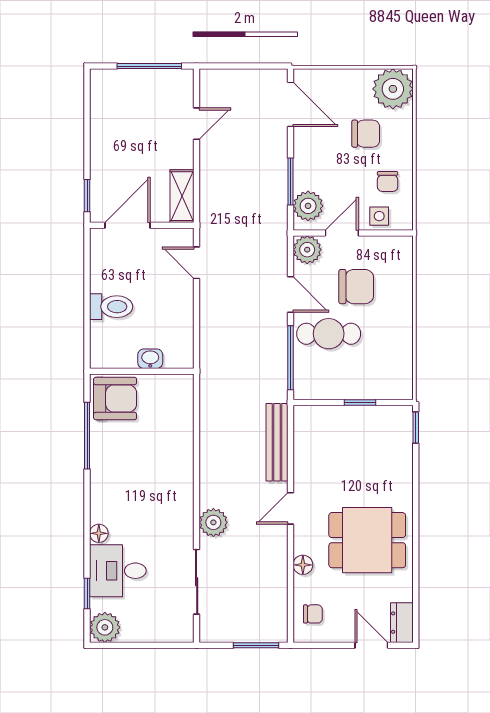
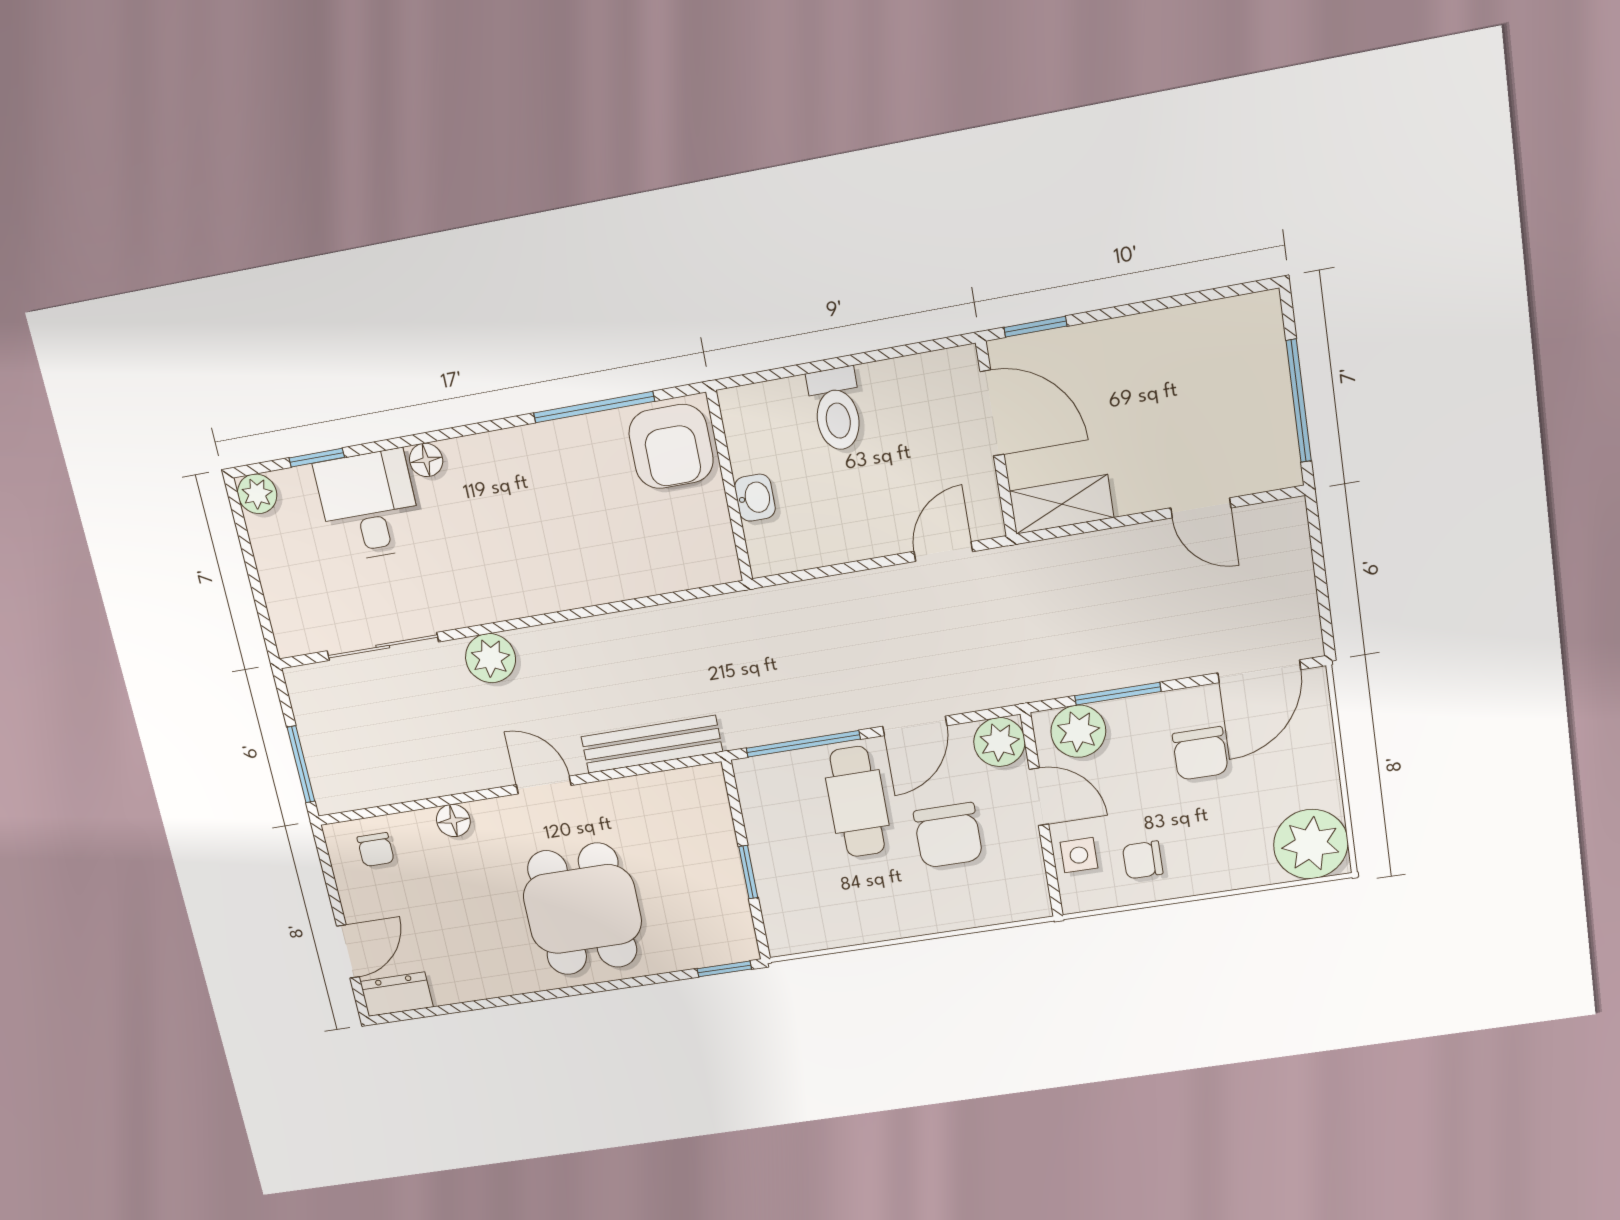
chair: (366, 134) -> (1200, 753), moved
dining table: (367, 540) -> (582, 909), moved
plant: (105, 627) -> (257, 494), width x0.73, depth x0.73

